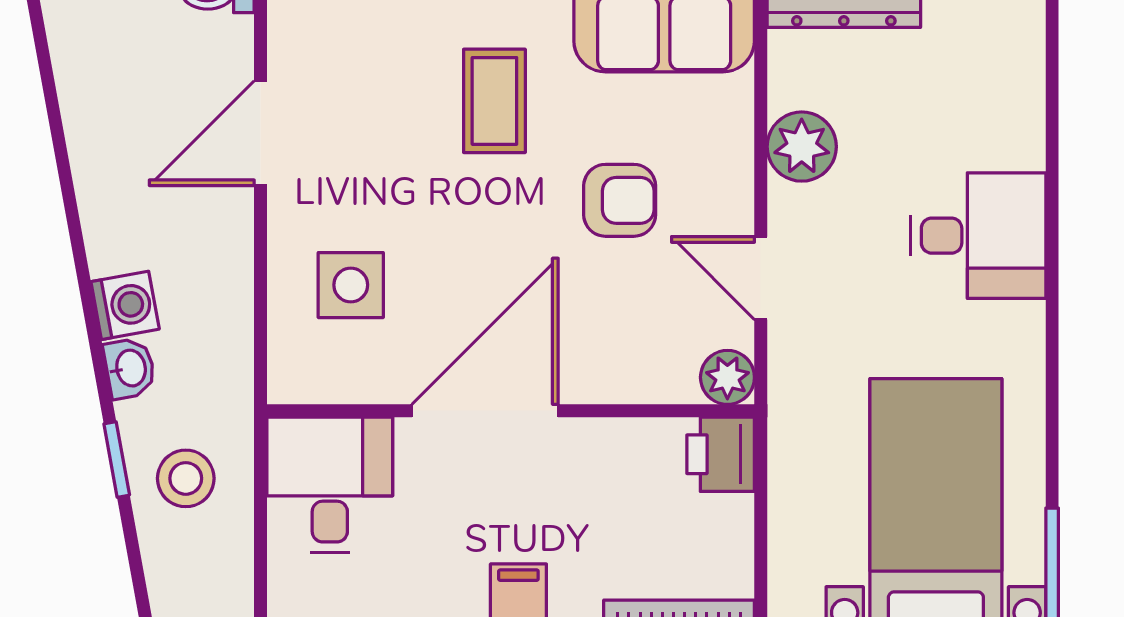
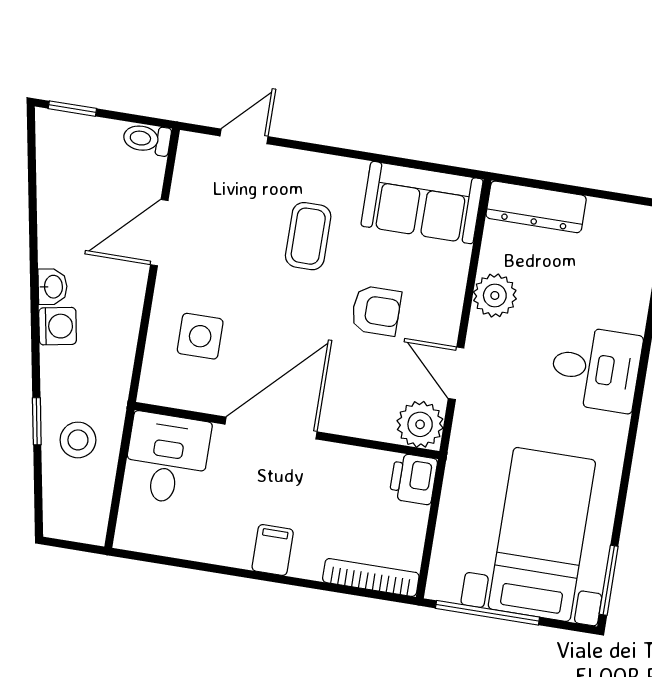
washbasin: (130, 368) -> (53, 287), moved
plant: (727, 377) -> (420, 424), width x1.38, depth x1.38

